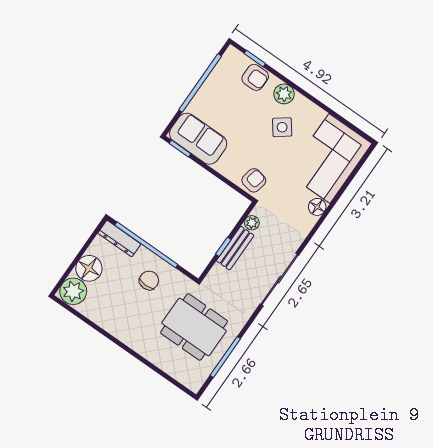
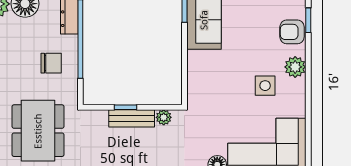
armchair: (255, 77) -> (292, 32), turned 90
side table: (282, 127) -> (265, 86), turned 37
armchair: (254, 180) -> (202, 93), removed

